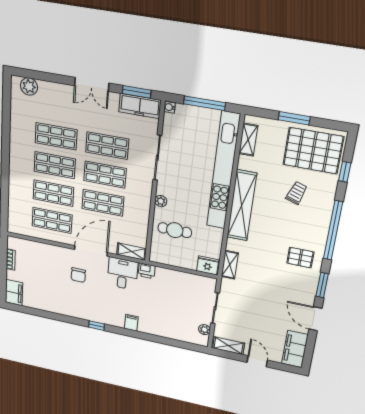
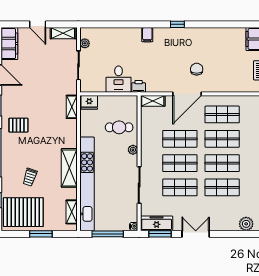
shelving: (242, 206) -> (69, 168), width x0.68
desk: (122, 274) -> (119, 79), moved

